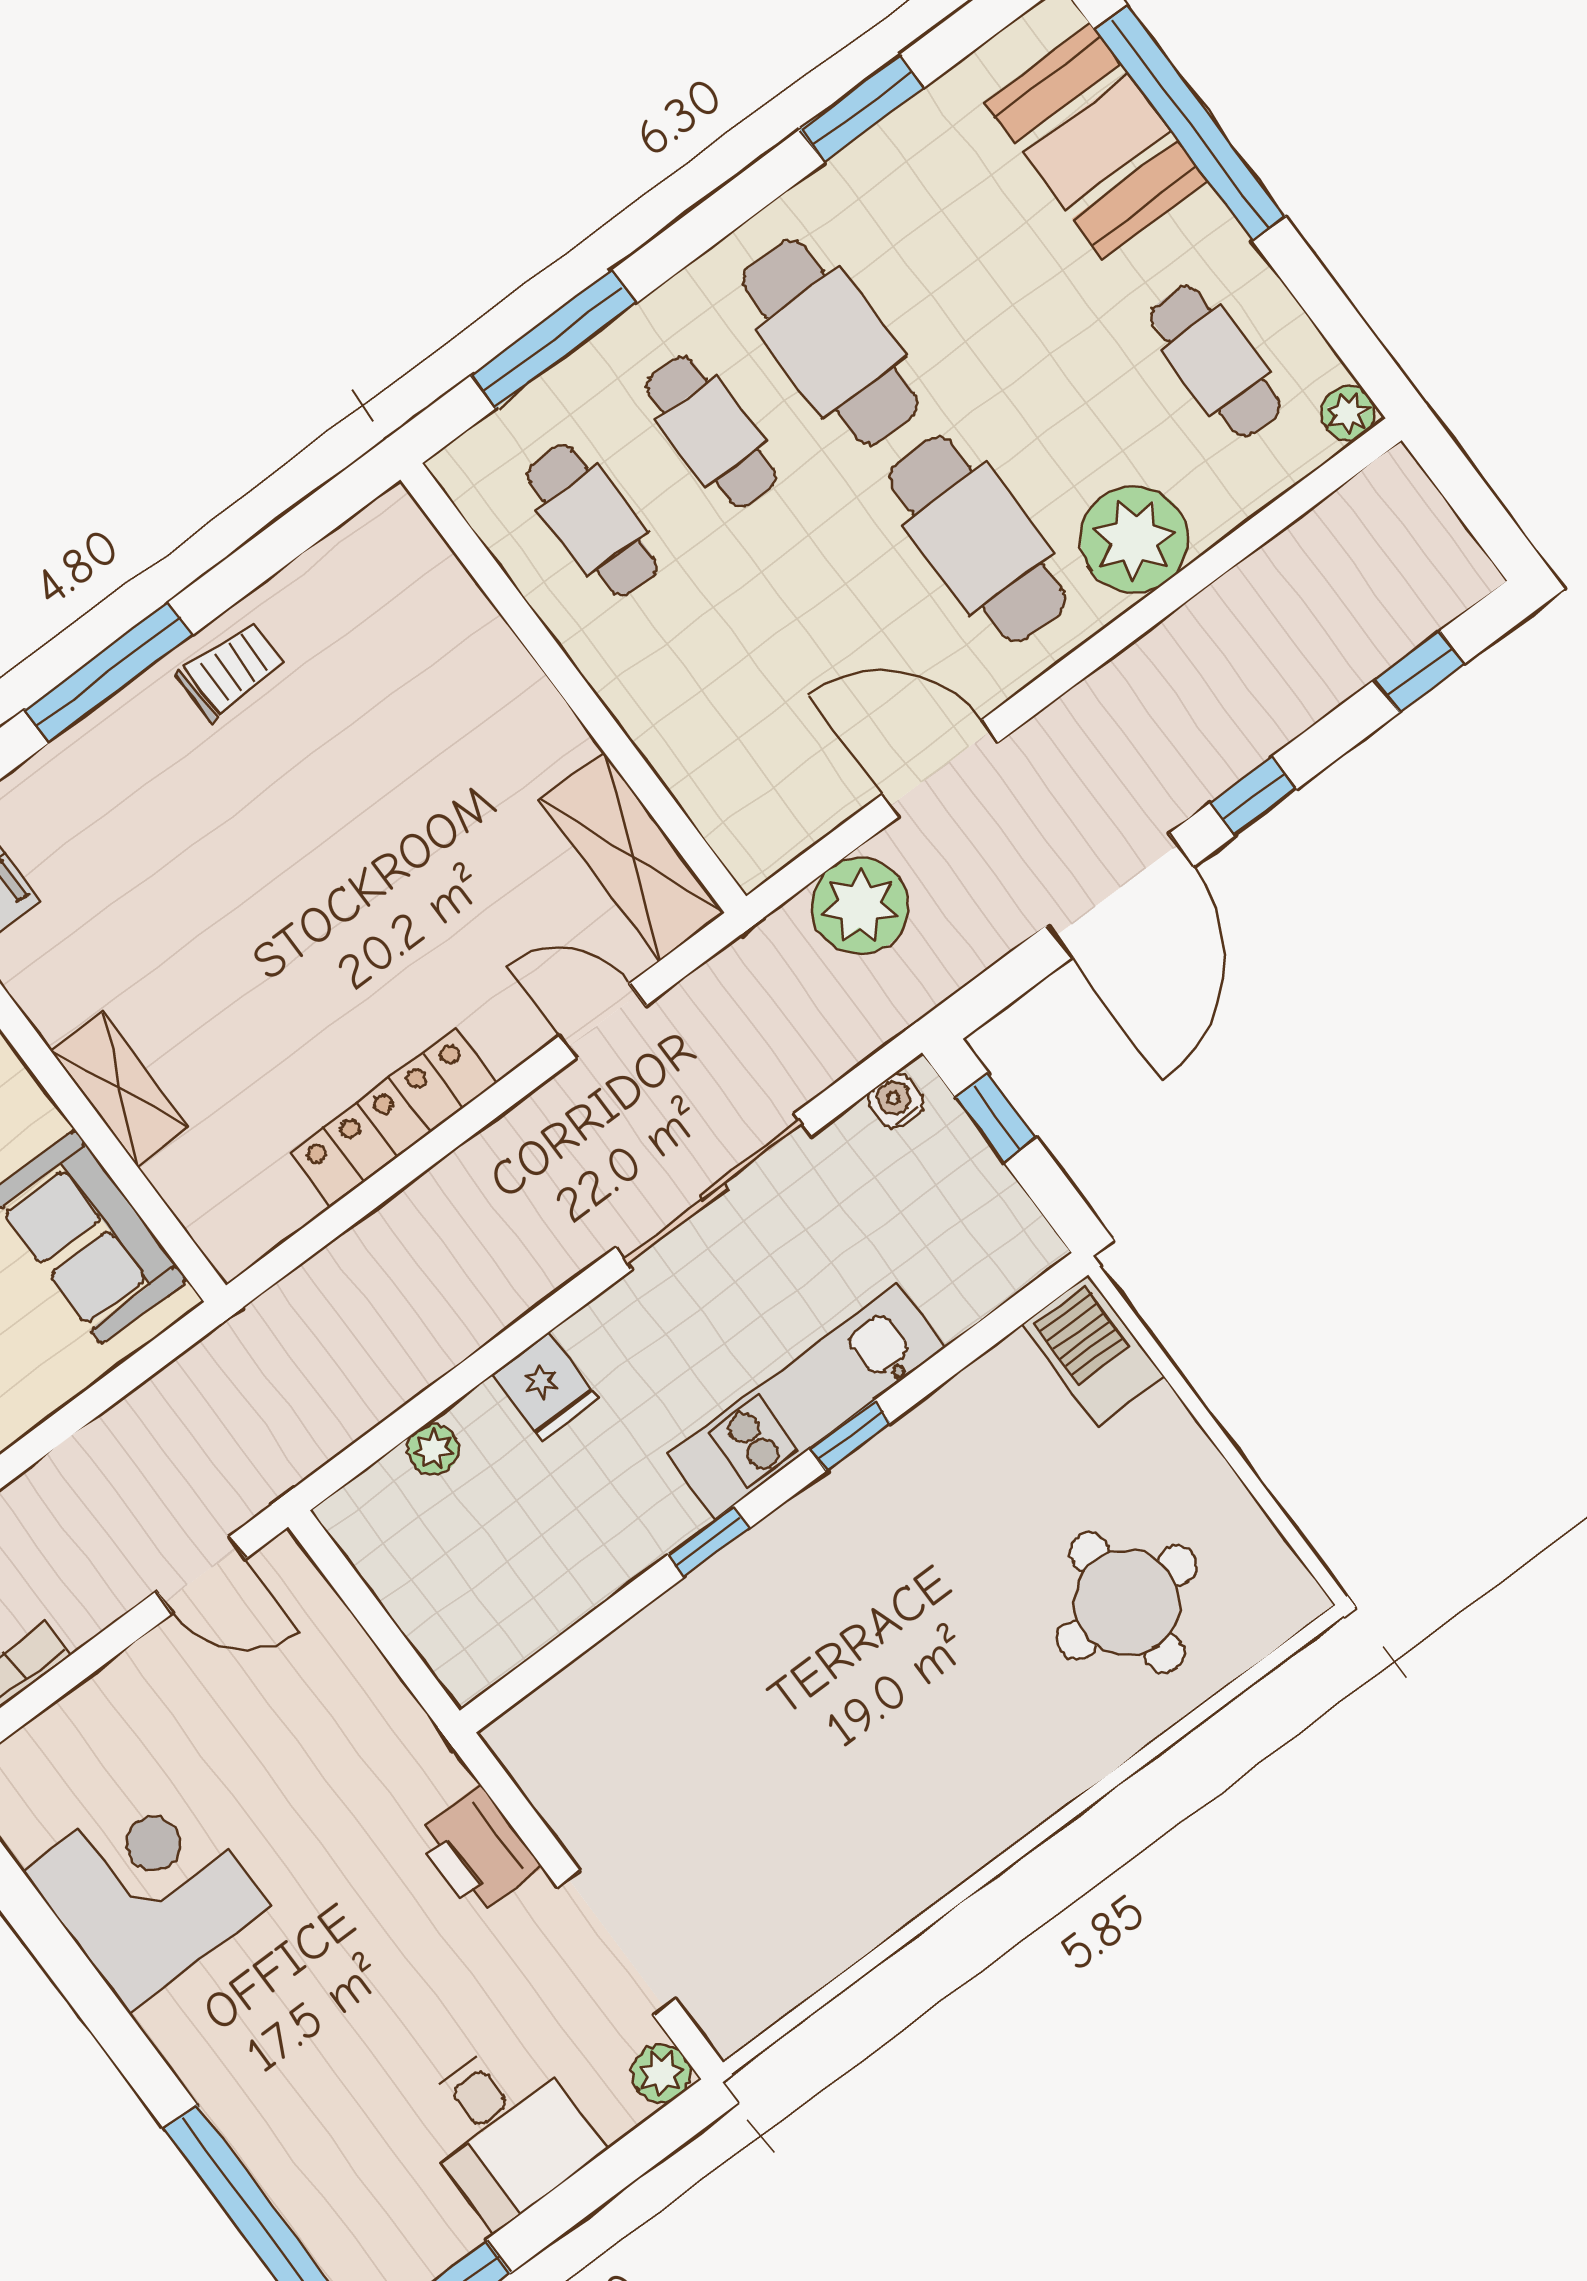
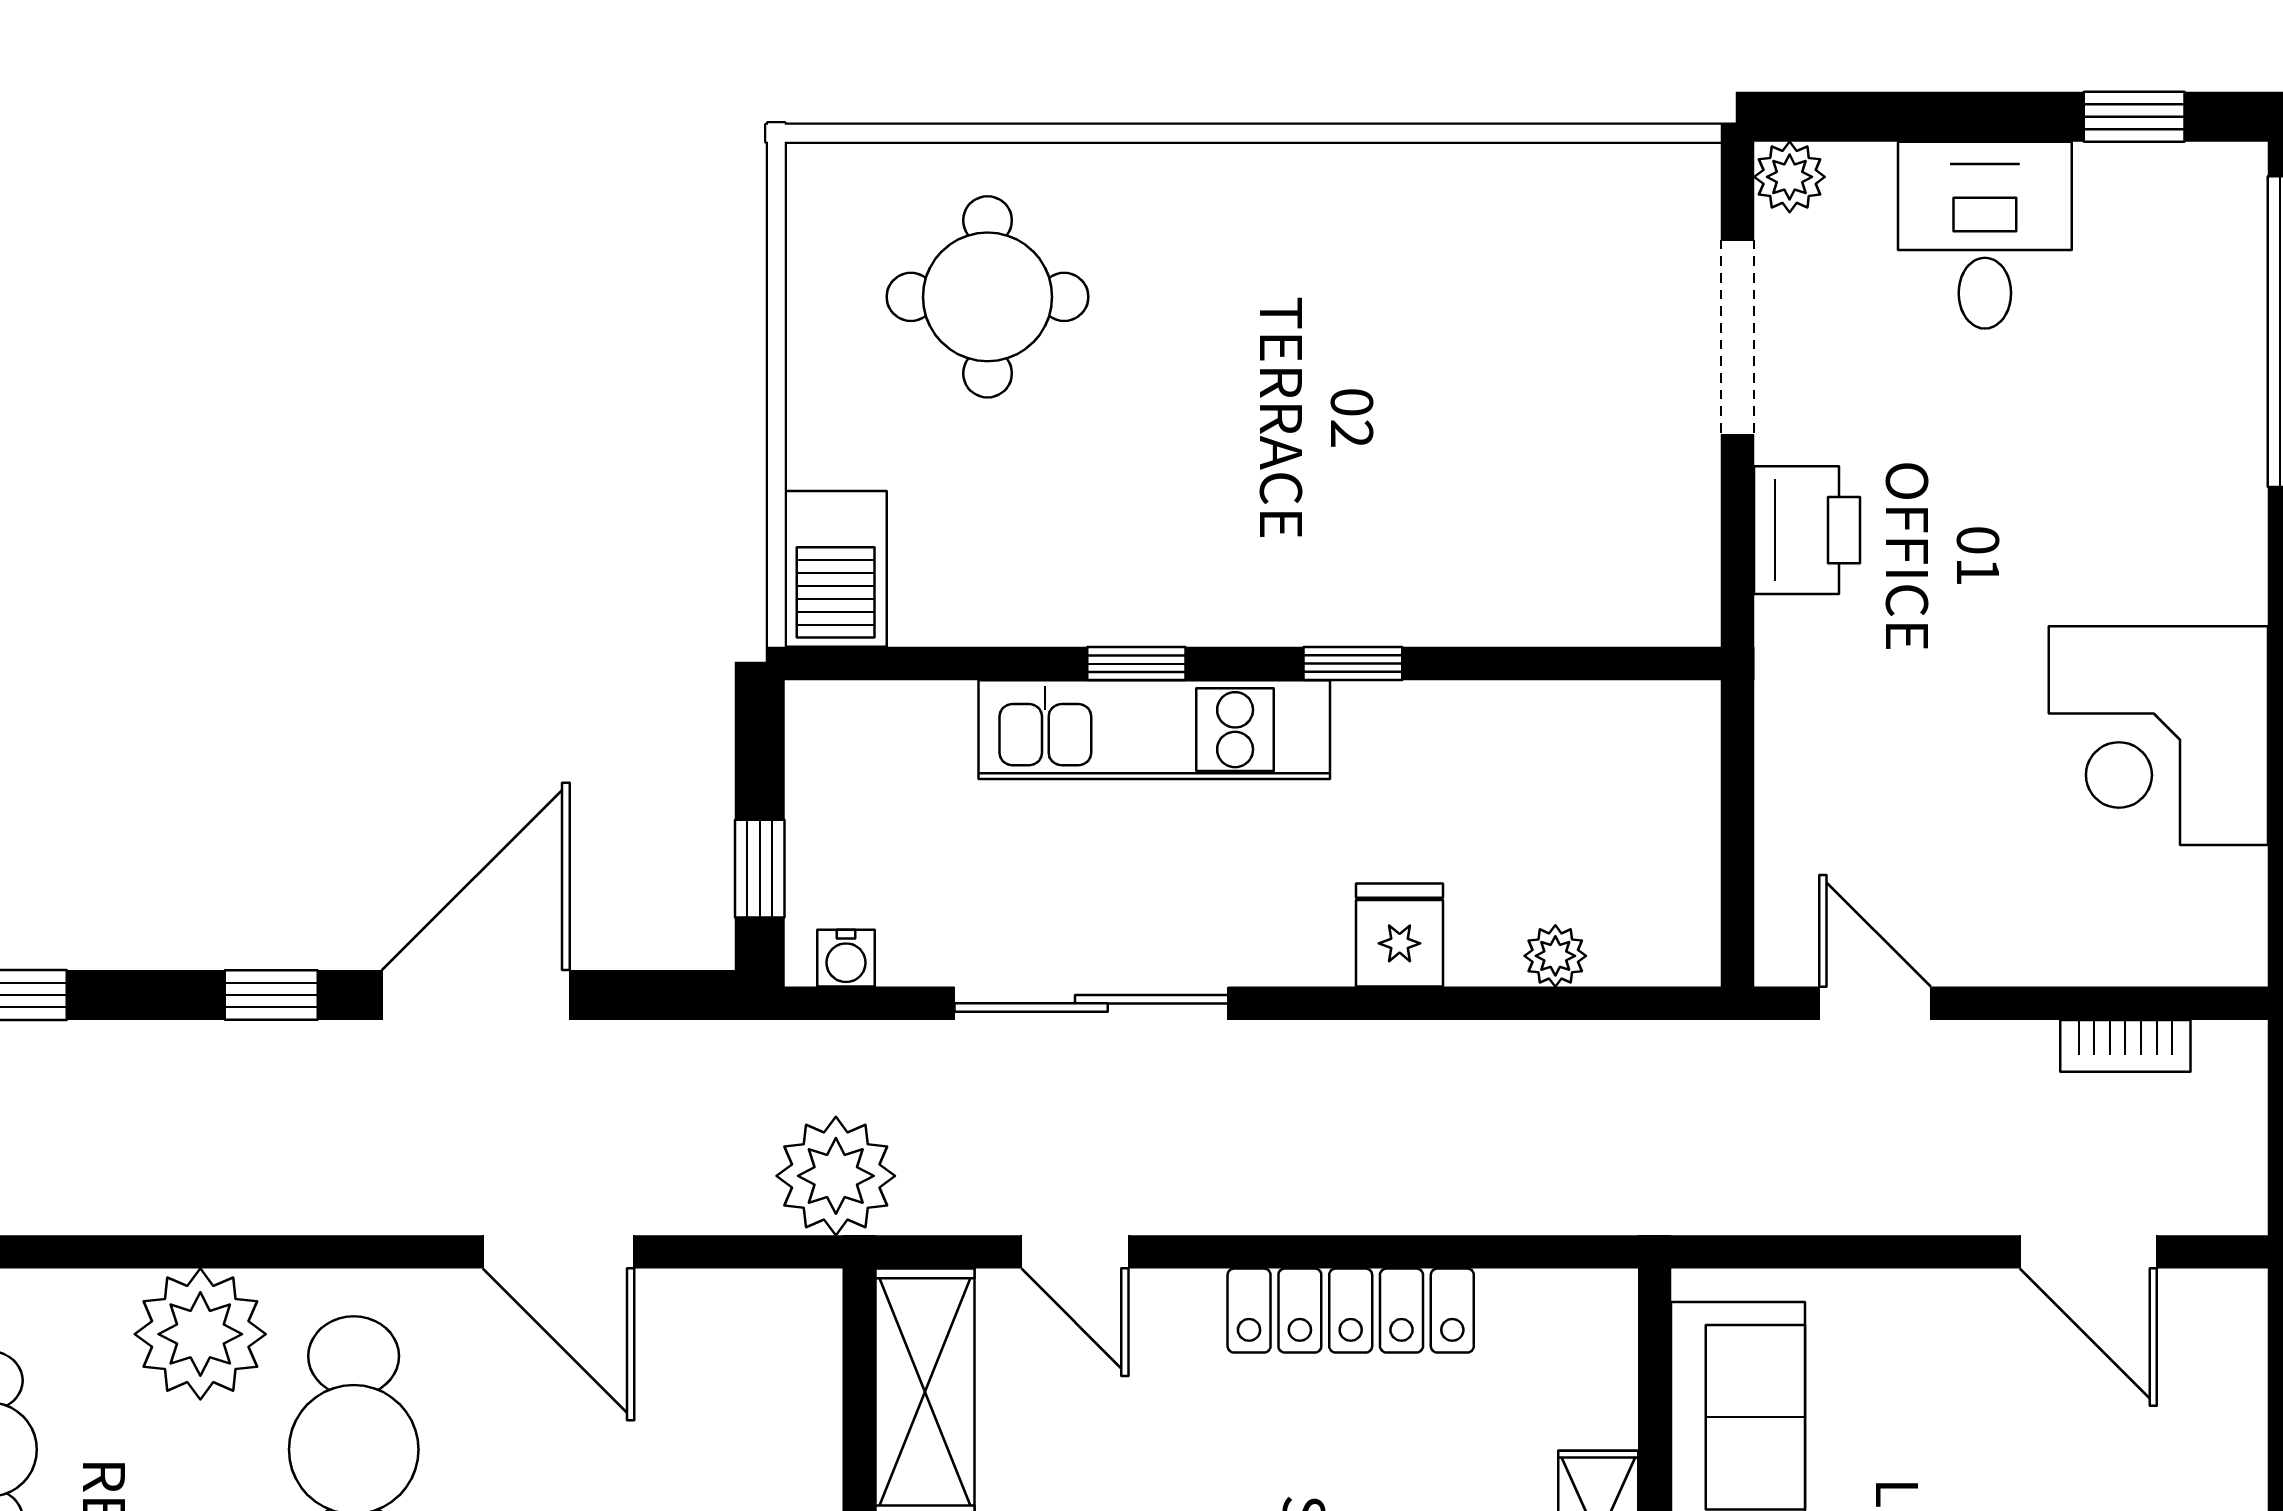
plant: (860, 906) -> (836, 1176), moved

